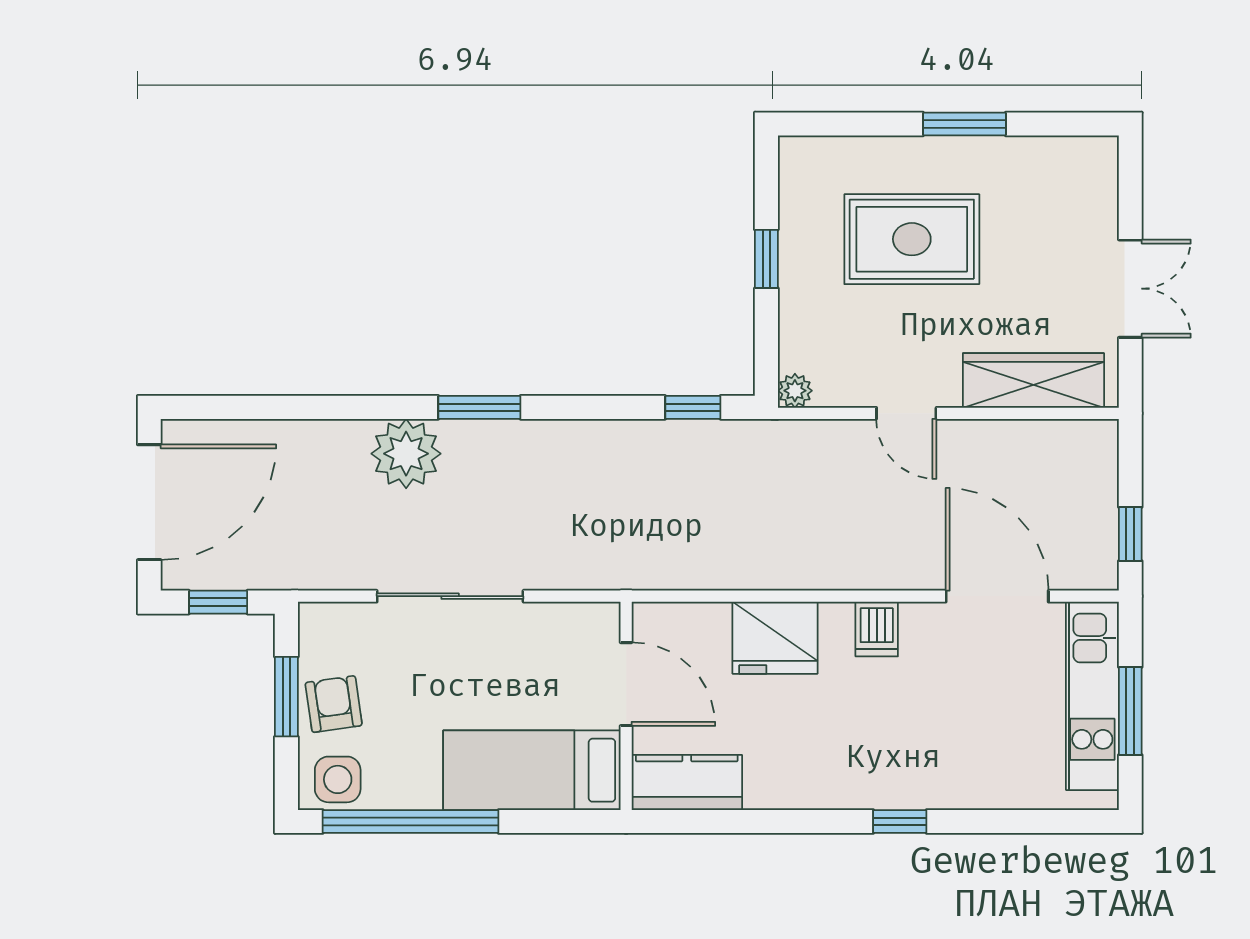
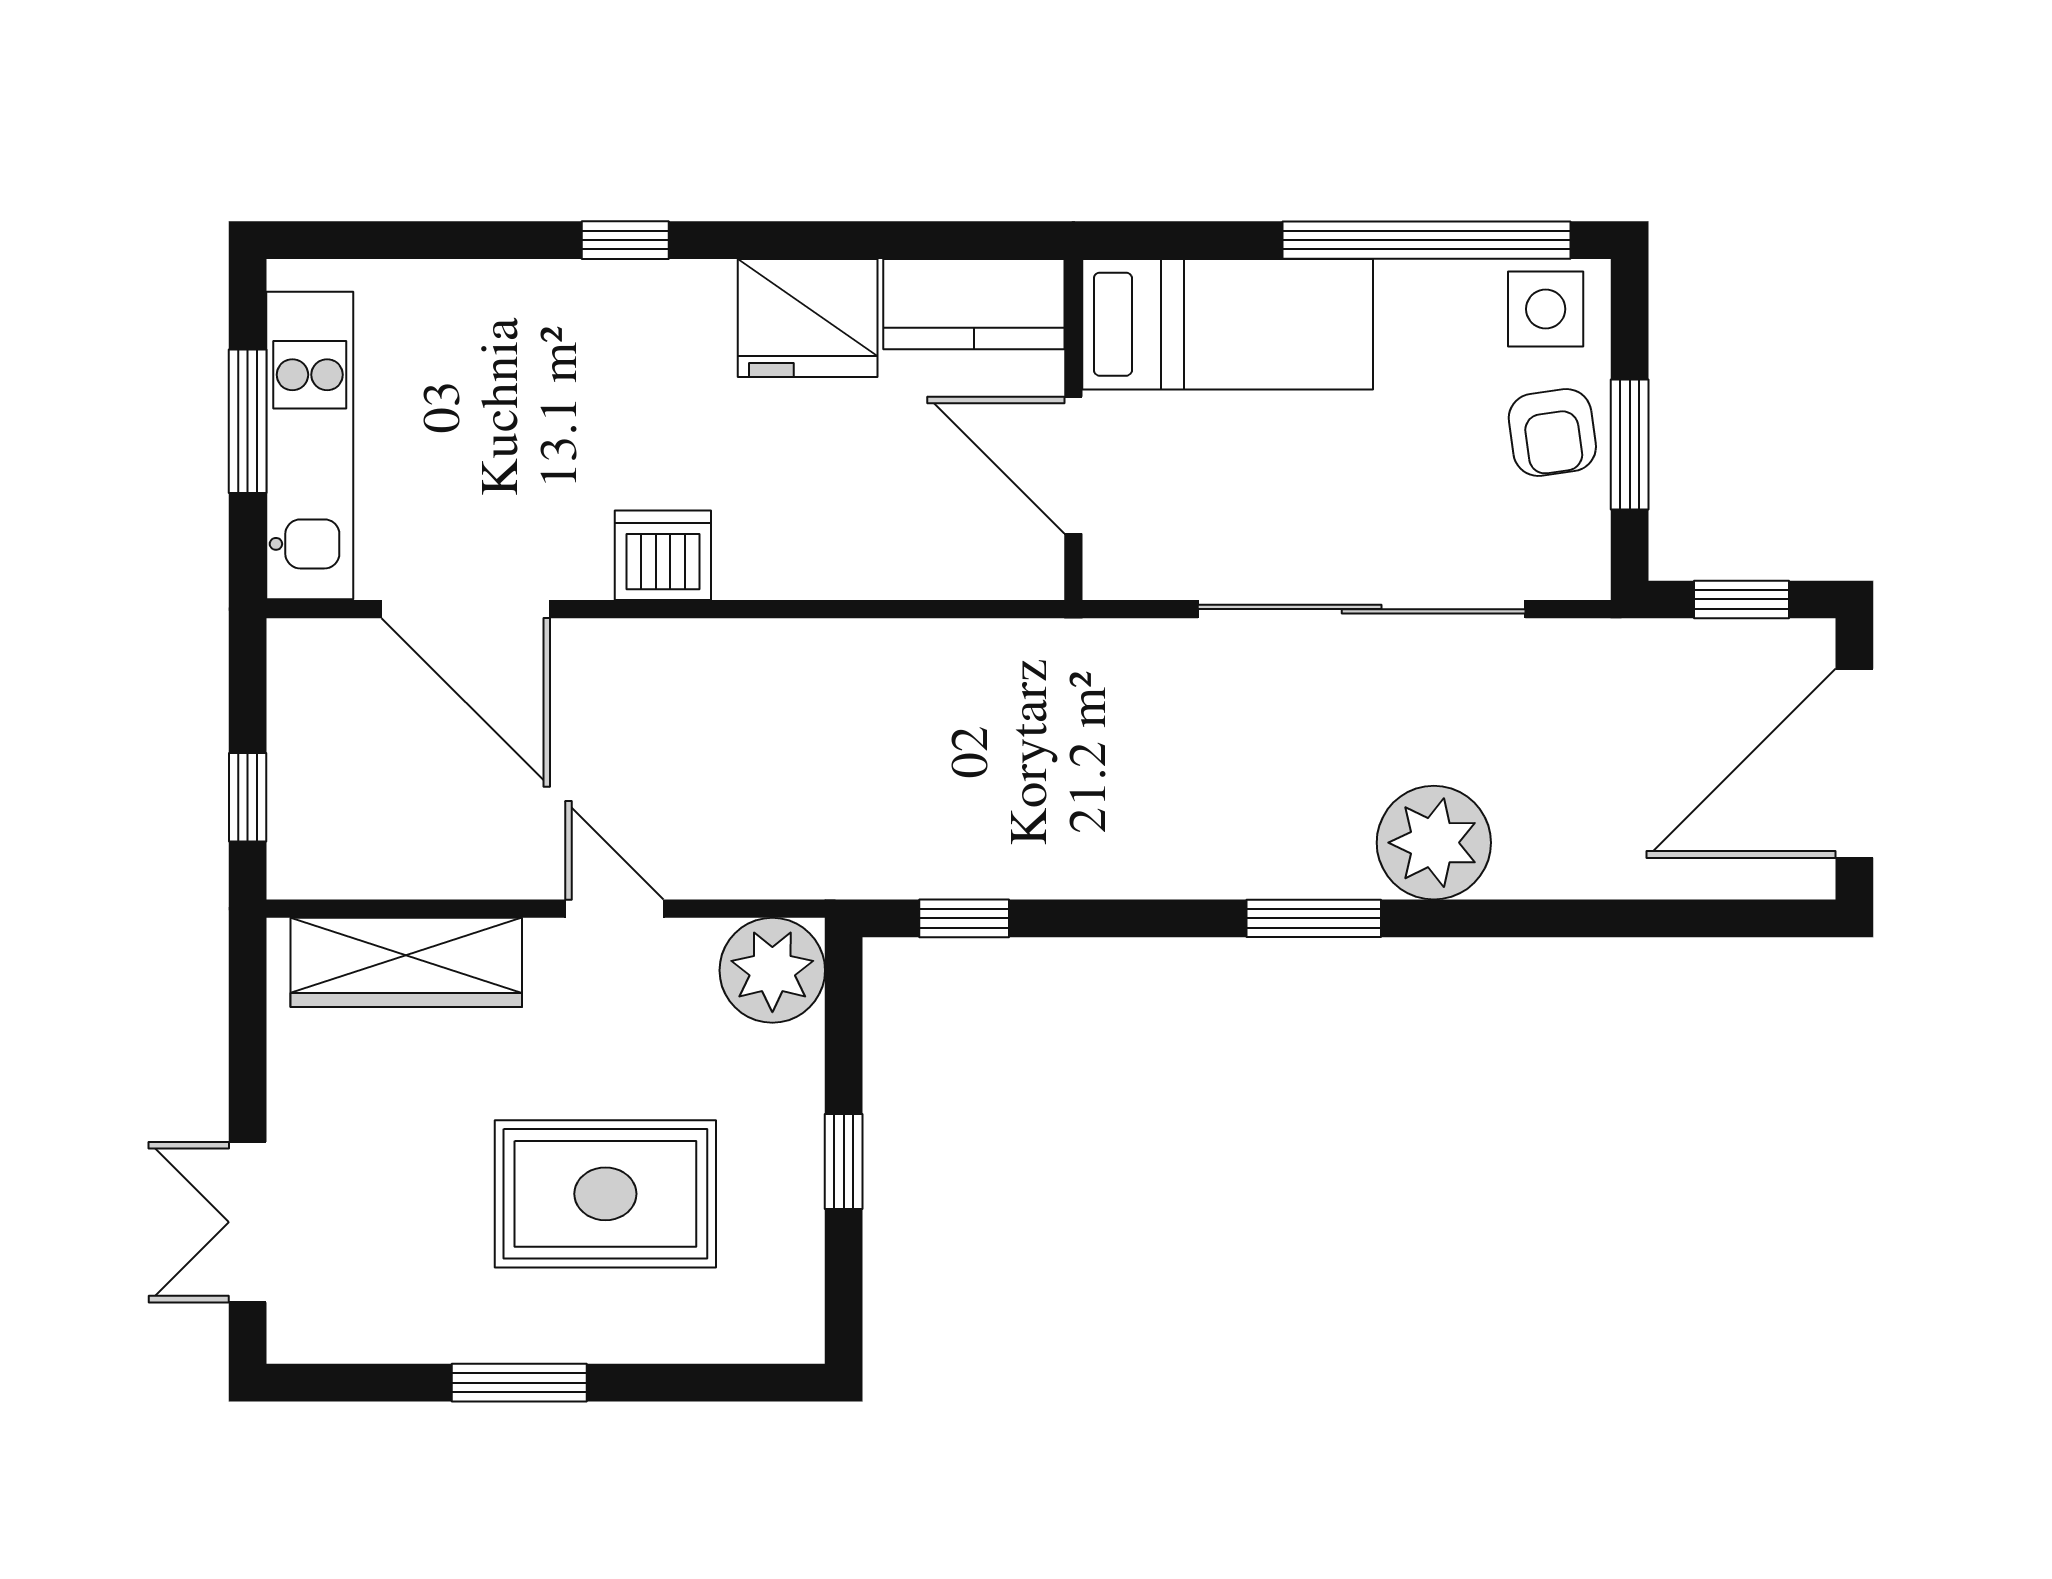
double door: (1130, 289) -> (248, 1222), moved
plant: (795, 391) -> (772, 970), width x1.87, depth x1.87
window: (1130, 534) -> (248, 797), moved
sliding door: (450, 596) -> (1362, 609), width x1.36
dishwasher: (877, 629) -> (663, 555), width x1.38
fridge: (775, 638) -> (808, 318), moved, turned 180

